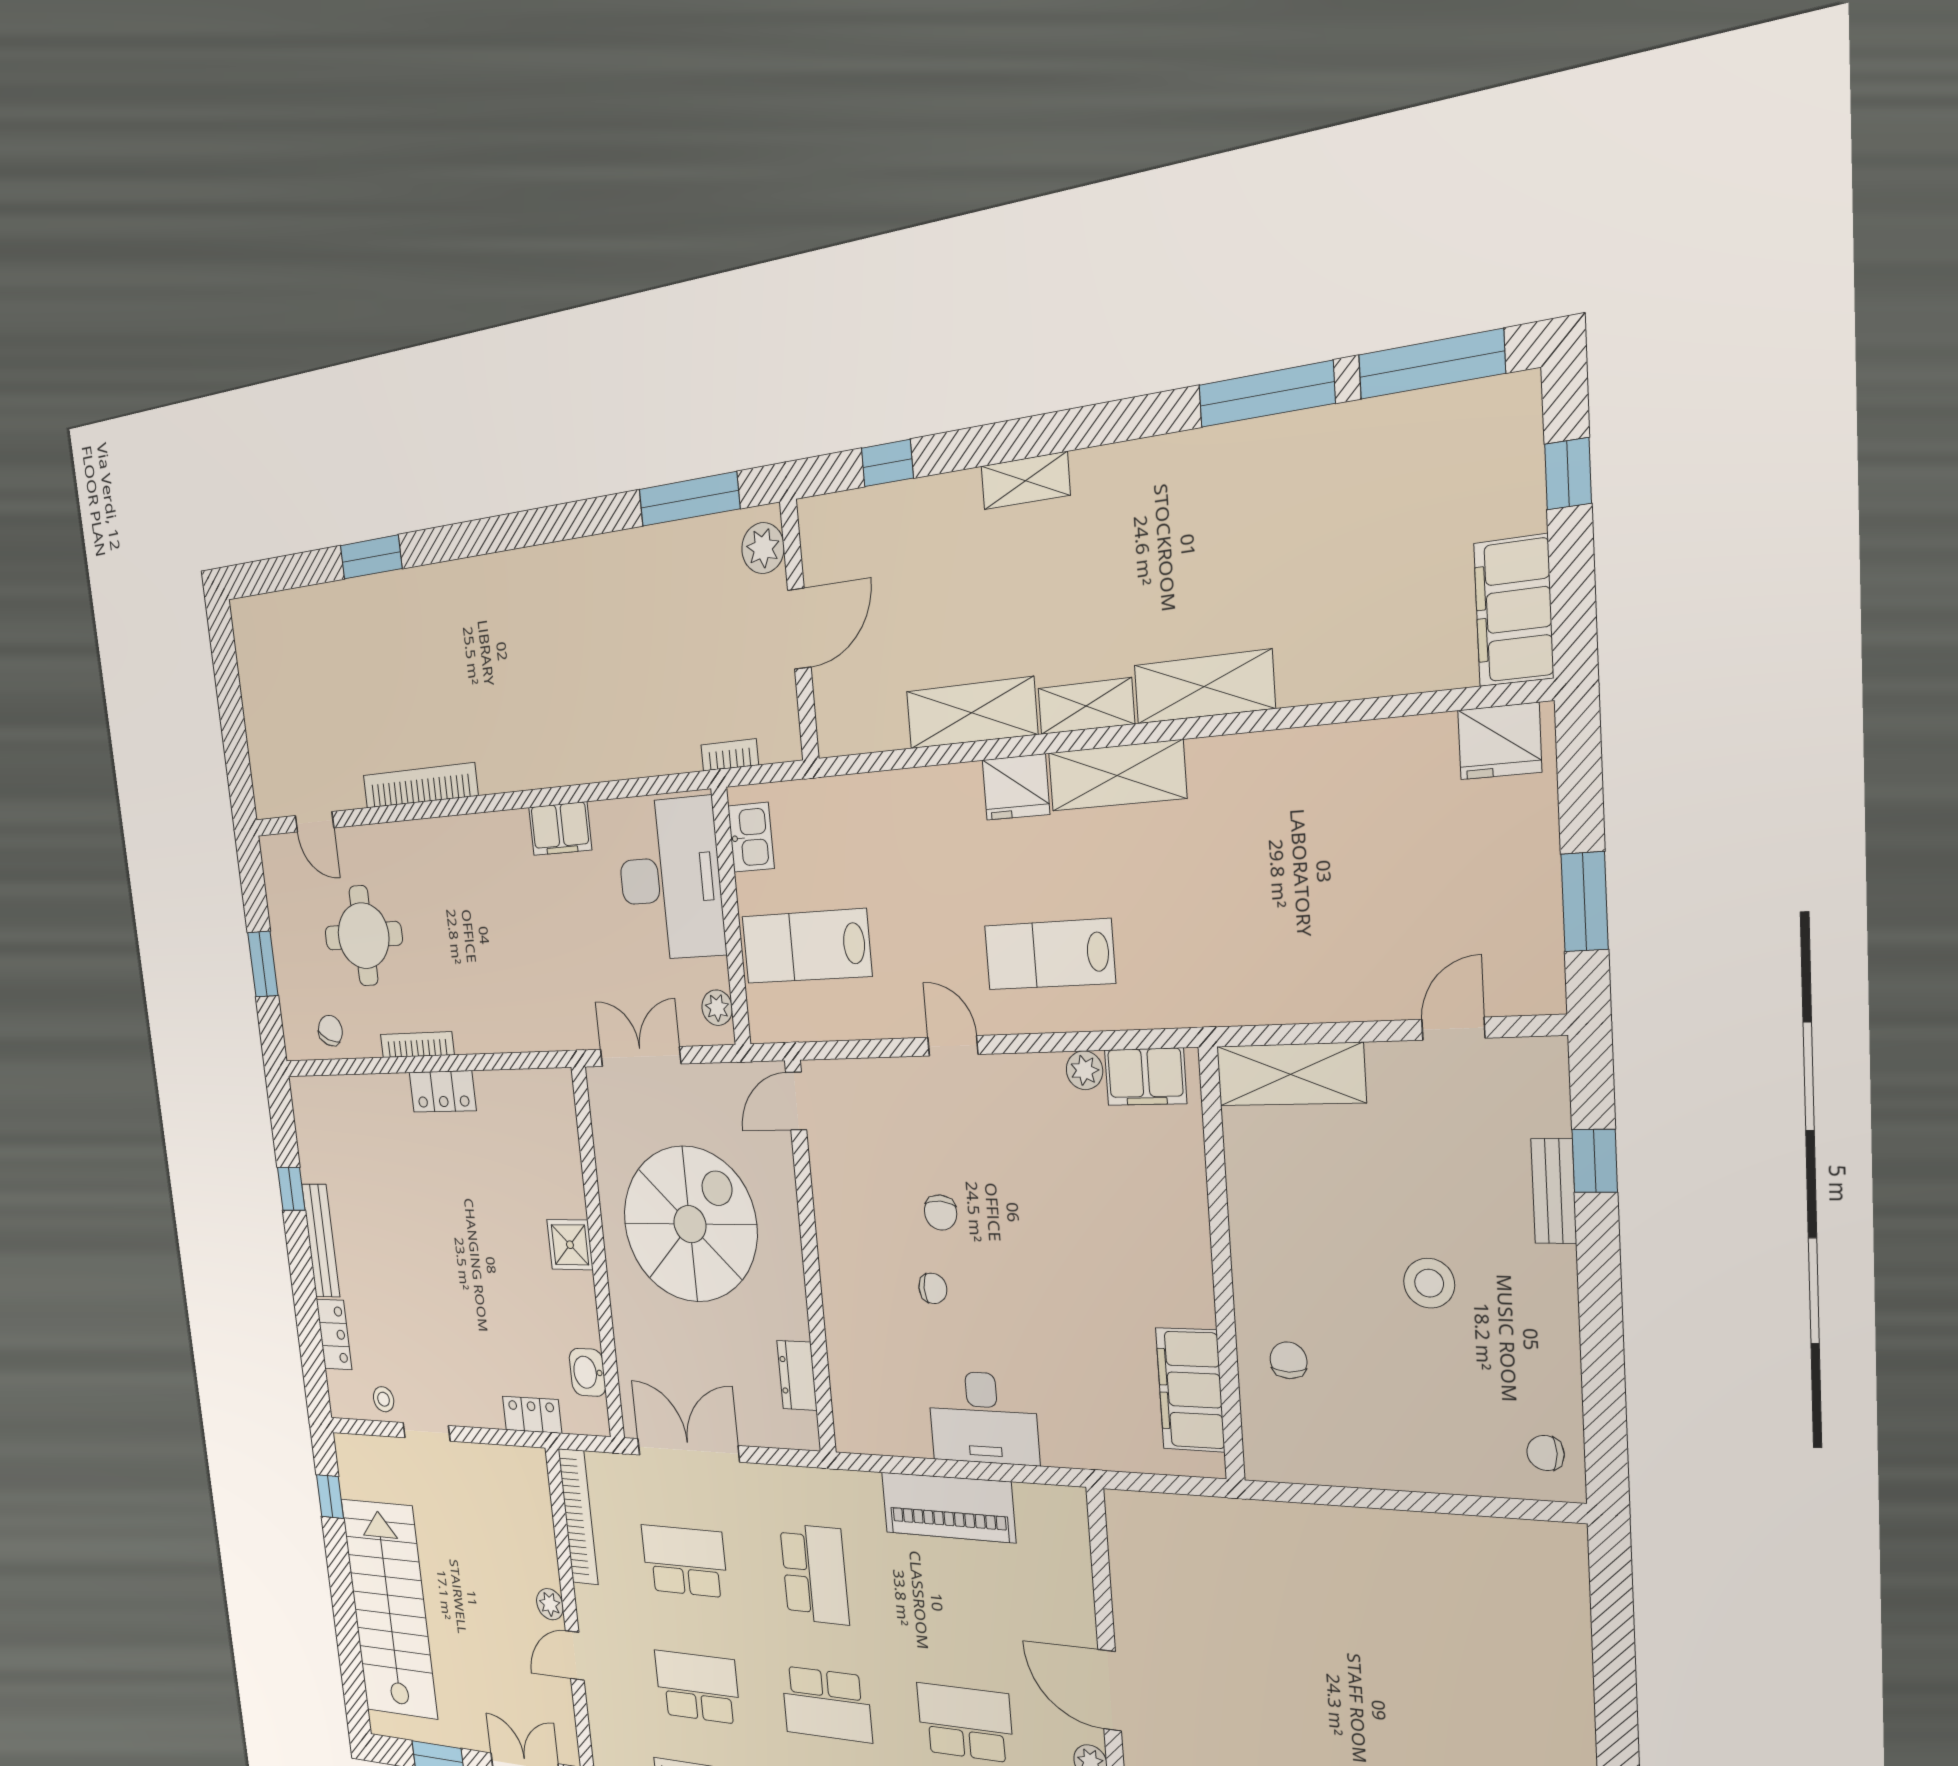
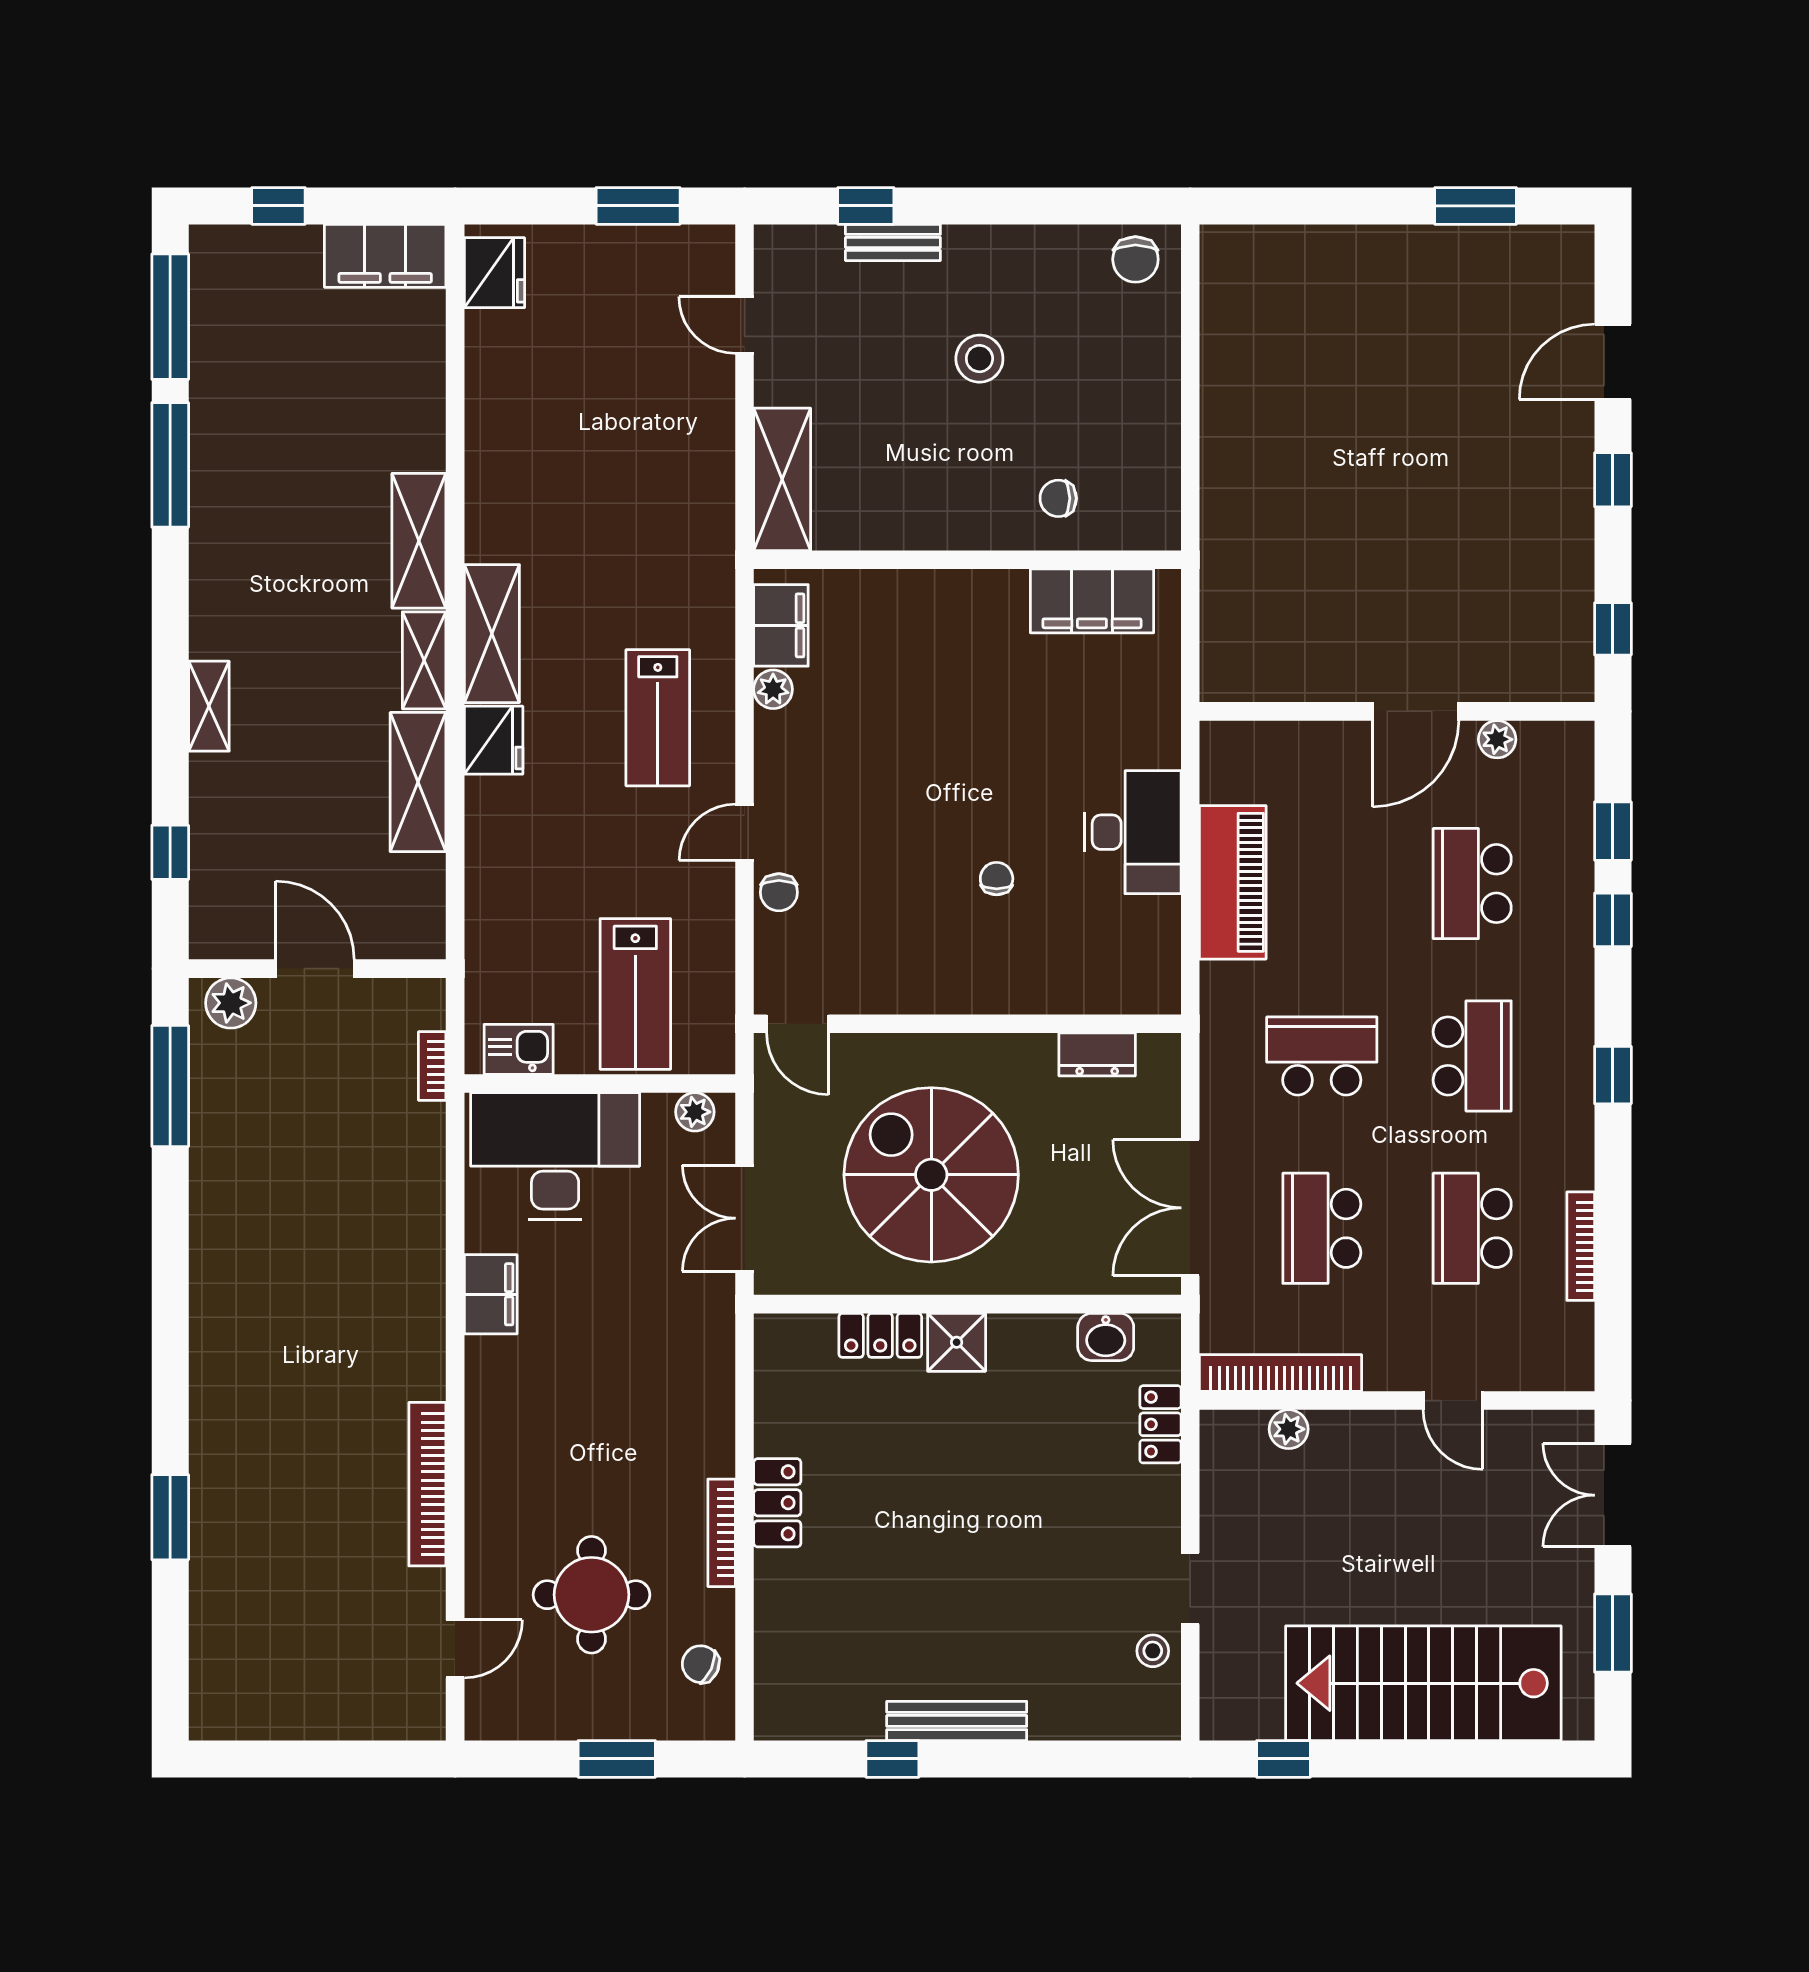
chair: (941, 1212) -> (779, 892), moved, turned 85
locker: (334, 1334) -> (880, 1335), moved, turned 180
chair: (1546, 1453) -> (1135, 259), width x1.37, depth x1.37
plant: (550, 1604) -> (1289, 1429), moved

